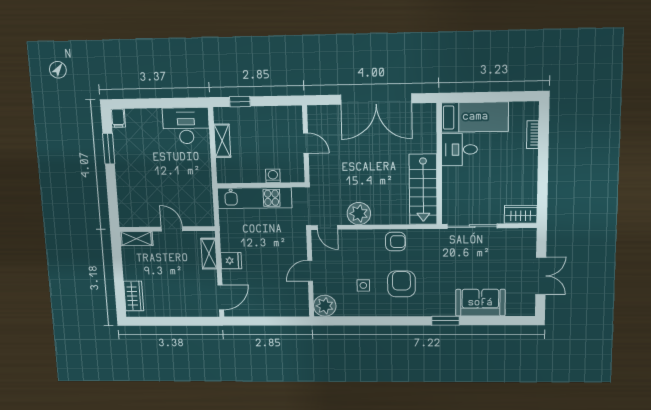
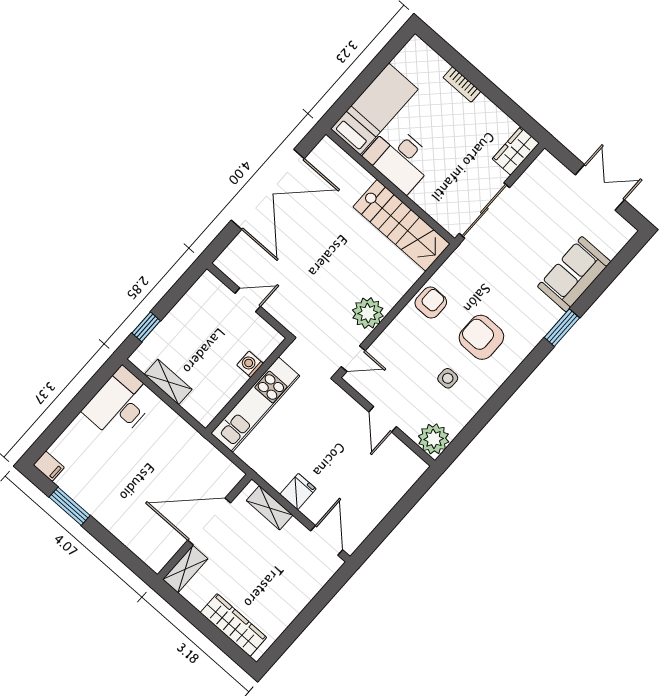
bookcase: (533, 135) -> (462, 84), moved
desk: (459, 150) -> (399, 158), width x1.37
door: (172, 229) -> (209, 522), width x1.88
wardrobe: (134, 296) -> (233, 625), width x1.50

